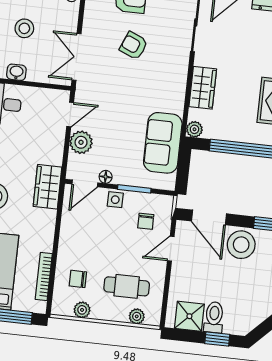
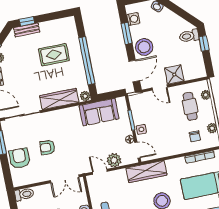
armchair: (134, 46) -> (47, 147), turned 70
wardrobe: (203, 88) -> (59, 99), width x1.50
wardrobe: (47, 187) -> (146, 172), width x1.50
chair: (146, 221) -> (148, 107), removed
shower: (189, 316) -> (174, 75), moved
toilet: (214, 317) -> (189, 36), moved

